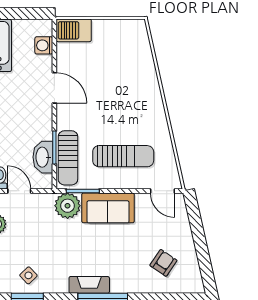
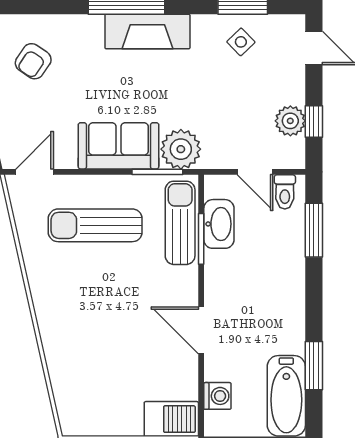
door: (162, 191) -> (35, 172), hinge flipped
fireplace: (89, 285) -> (147, 32), width x1.37, depth x1.32

